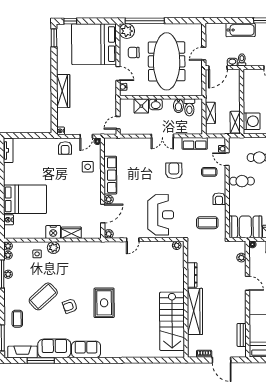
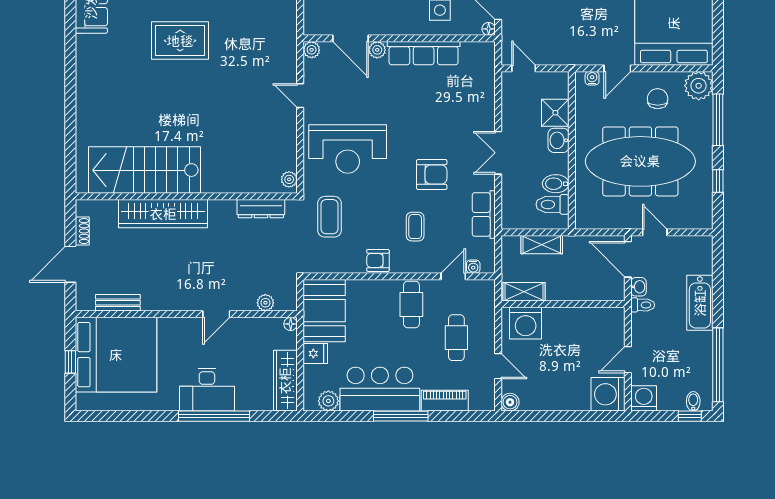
window: (145, 21) -> (718, 120), width x0.68
window: (177, 21) -> (718, 181), added
coffee table: (209, 172) -> (415, 227), moved
coffee table: (207, 223) -> (330, 217), moved
dresser: (192, 275) -> (261, 209), moved

